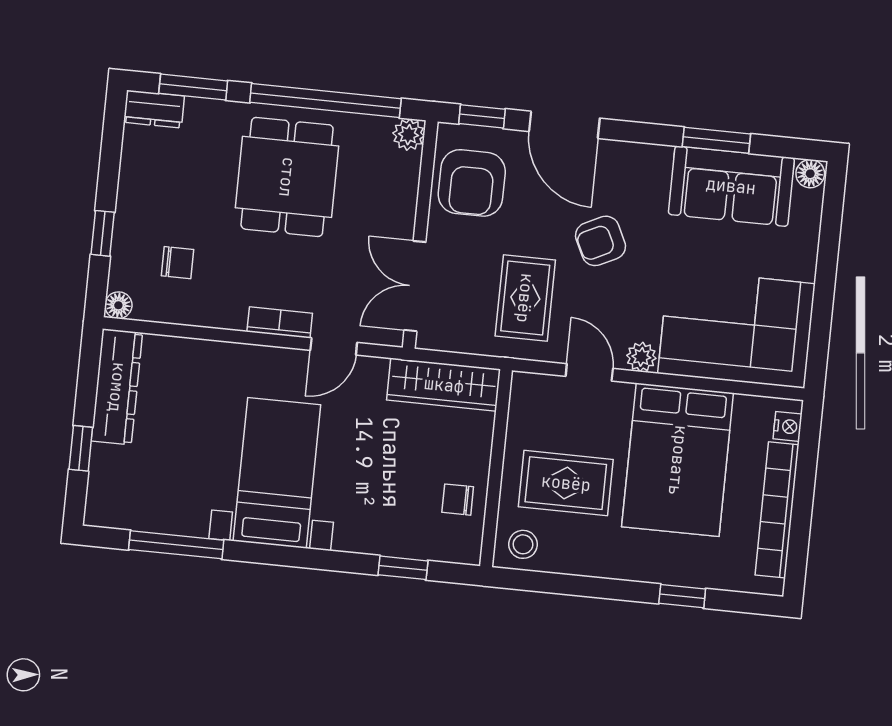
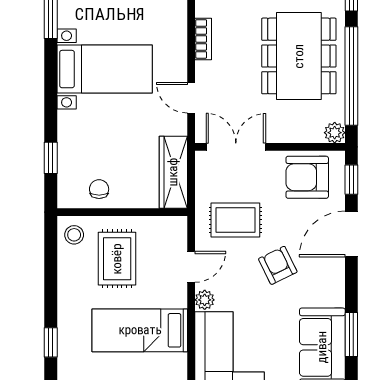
dining table: (287, 177) -> (299, 56), width x1.38
bookcase: (280, 322) -> (203, 39), moved
bed: (678, 460) -> (140, 330), width x0.67

